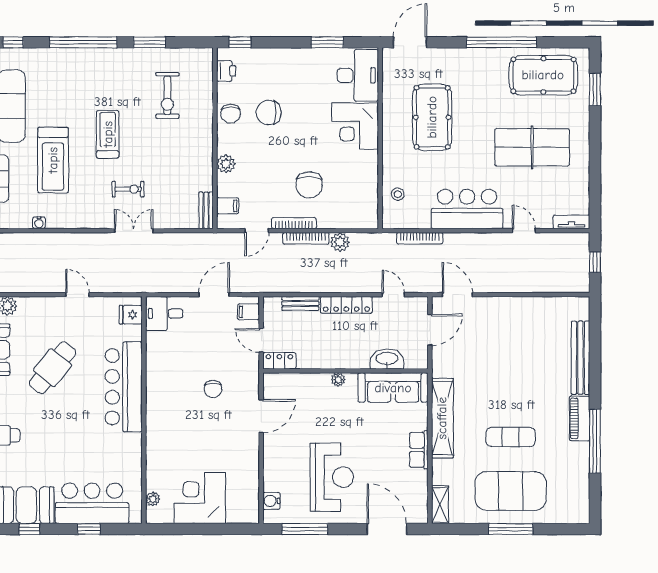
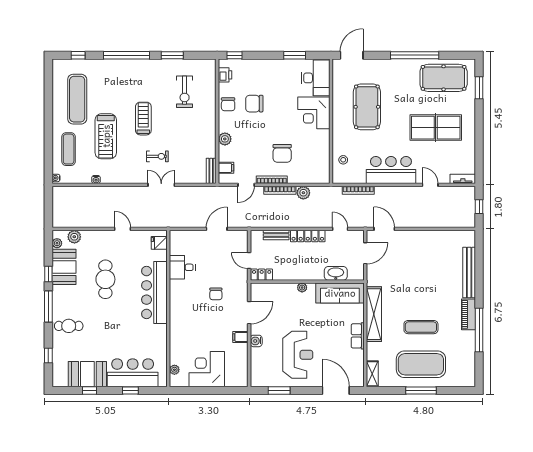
filing cabinet: (248, 312) -> (240, 337), moved
desk: (164, 314) -> (182, 267), moved
cafe table: (53, 368) -> (105, 279), turned -39
water cooler: (271, 501) -> (256, 341), moved
window: (305, 529) -> (279, 390), width x0.69

